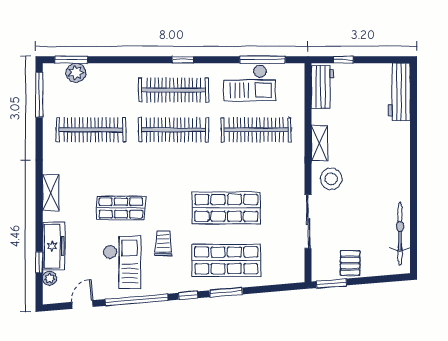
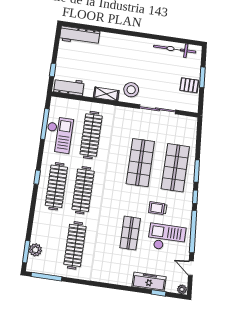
shelving: (51, 193) -> (113, 278), removed
plant: (49, 278) -> (182, 289), moved
window: (331, 283) -> (202, 77), moved

